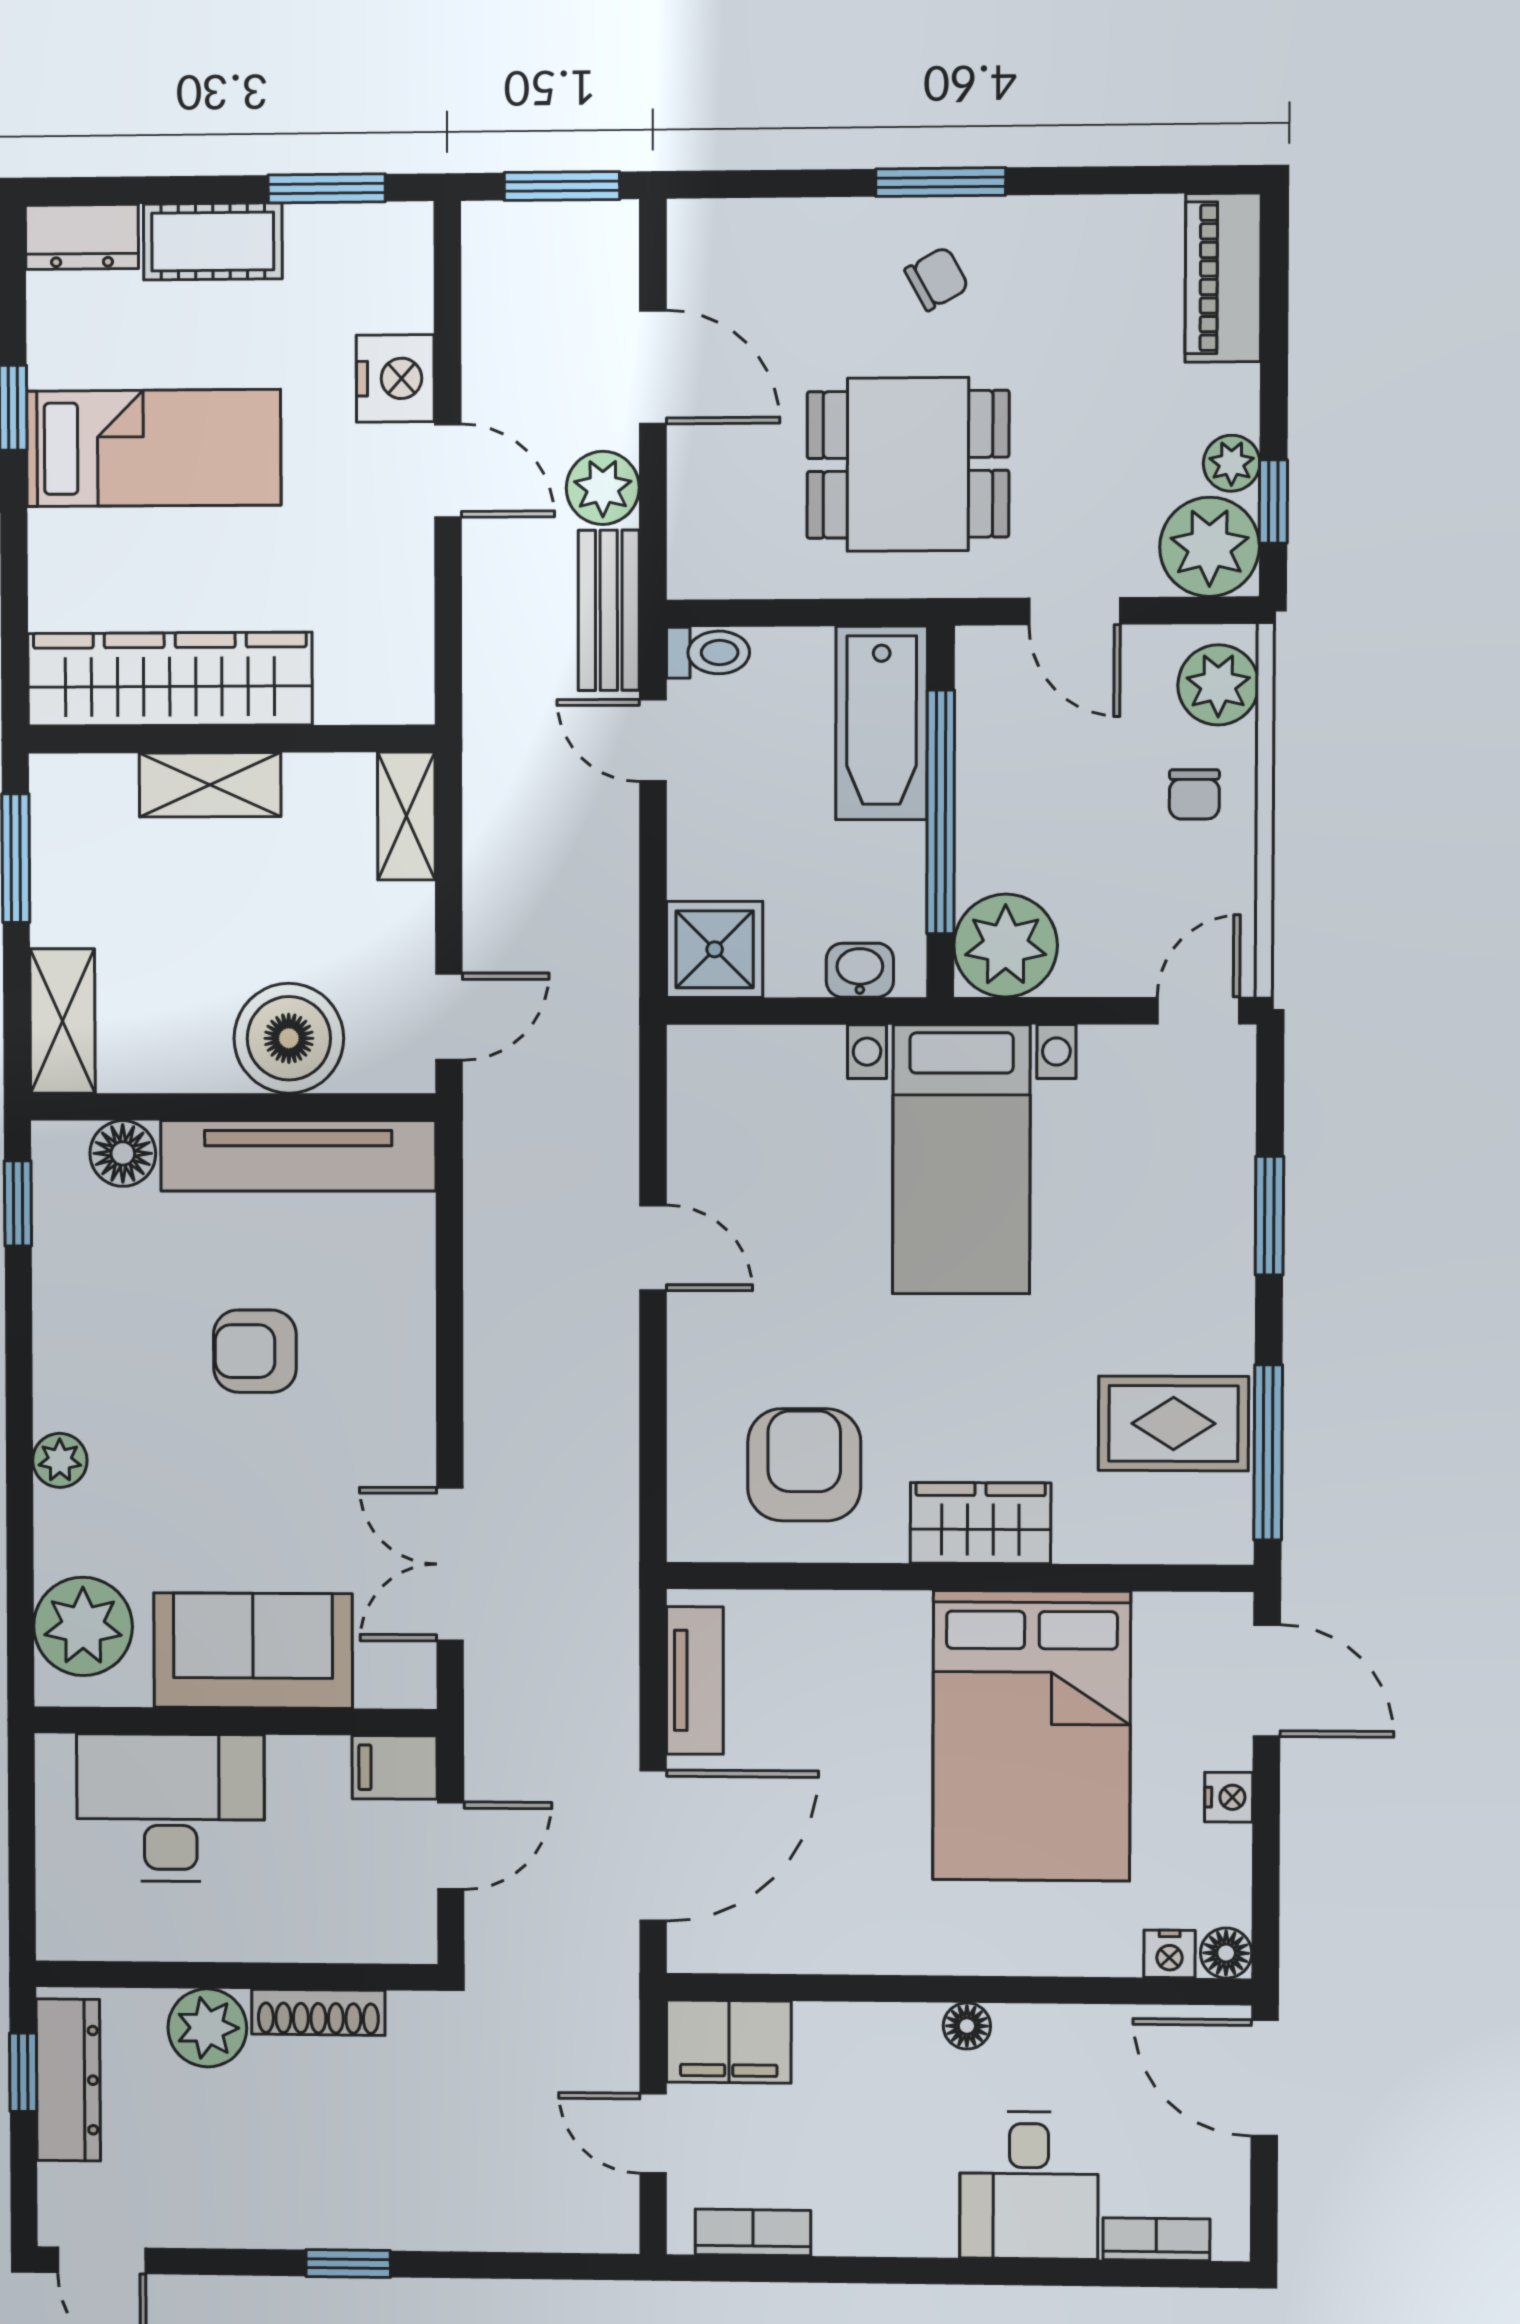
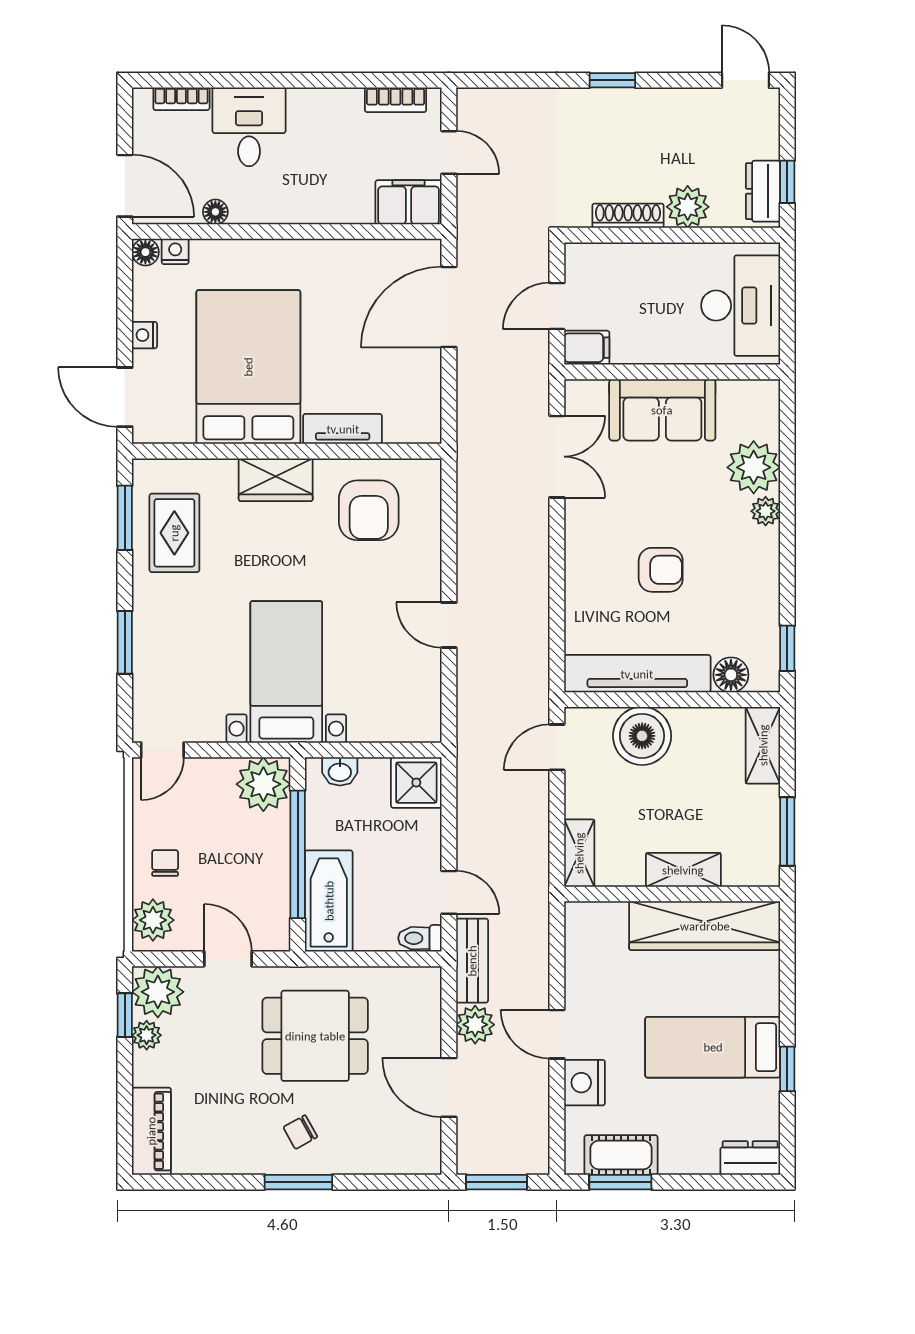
cot: (213, 242) -> (621, 1155), moved
rug: (1173, 1423) -> (174, 533), turned 90
window: (1268, 1452) -> (125, 518), width x0.69
plant: (83, 1626) -> (754, 467), moved
tv unit: (695, 1680) -> (343, 429), moved, turned 90
desk: (171, 1808) -> (741, 306), moved, turned -90
floor lamp: (967, 2026) -> (215, 212), moved
dresser: (68, 2080) -> (763, 191), width x0.70

